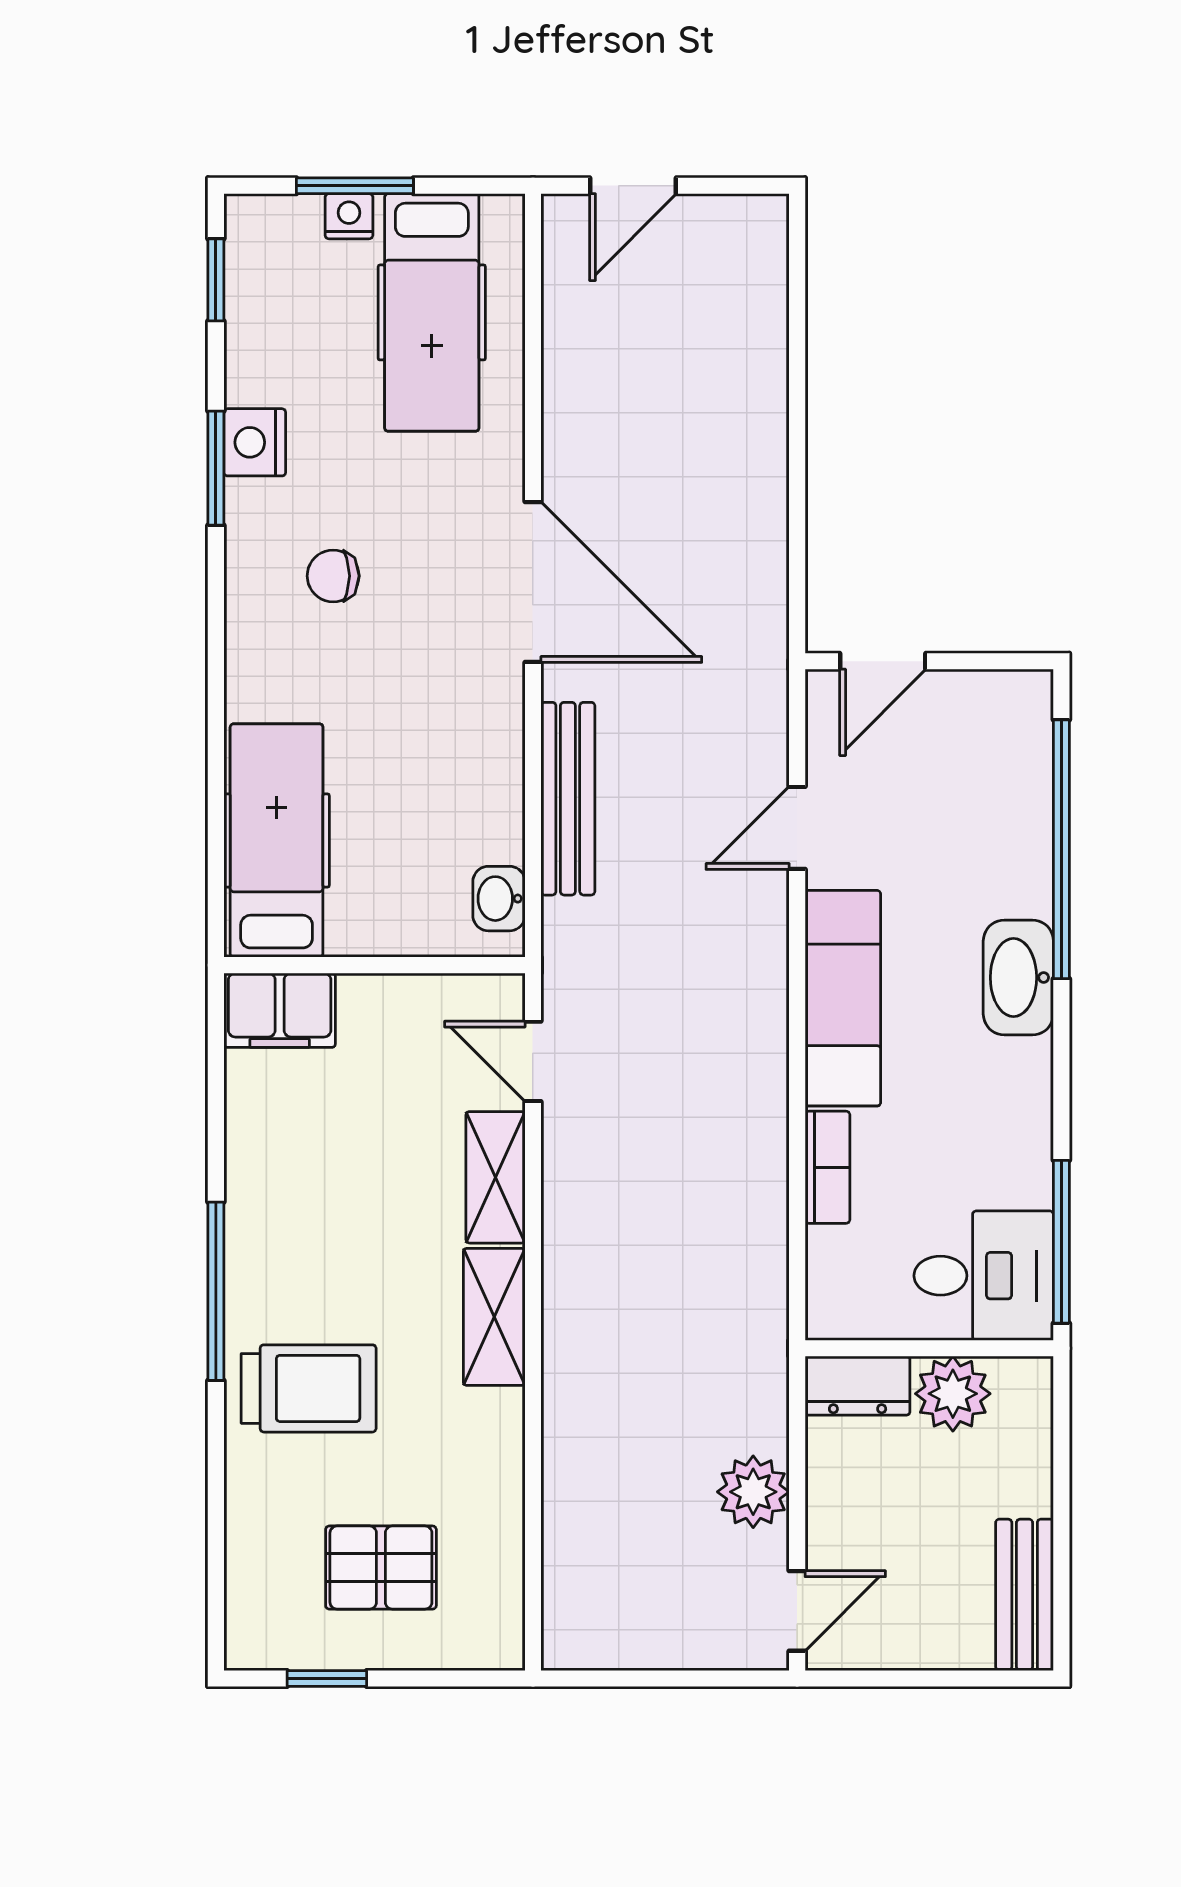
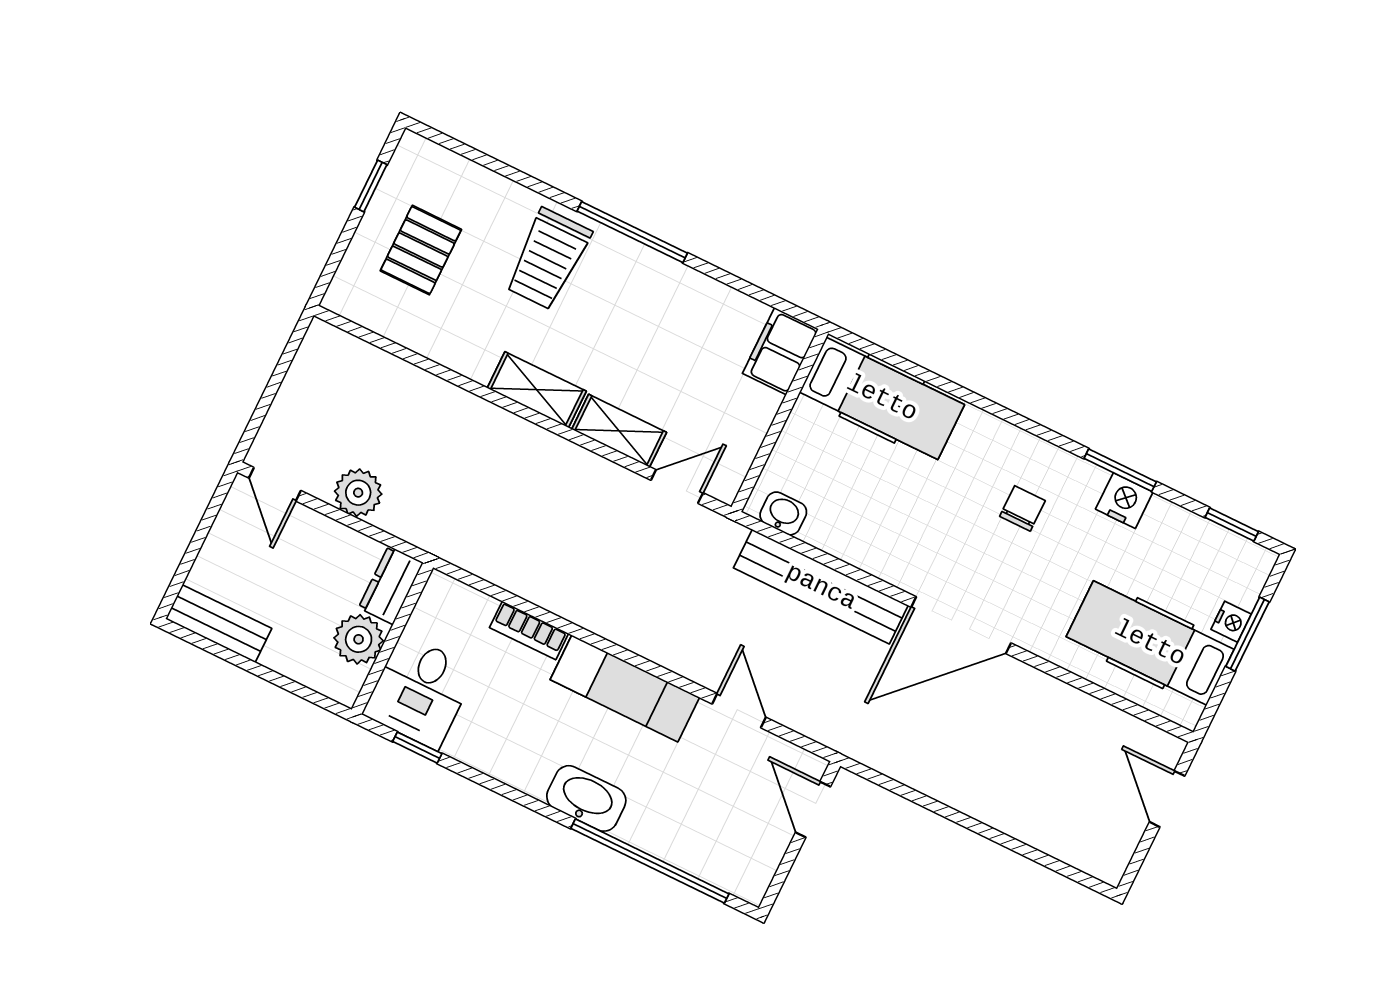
bench: (568, 799) -> (821, 587), width x1.37, depth x1.21
window: (1061, 1242) -> (417, 748), width x0.46

